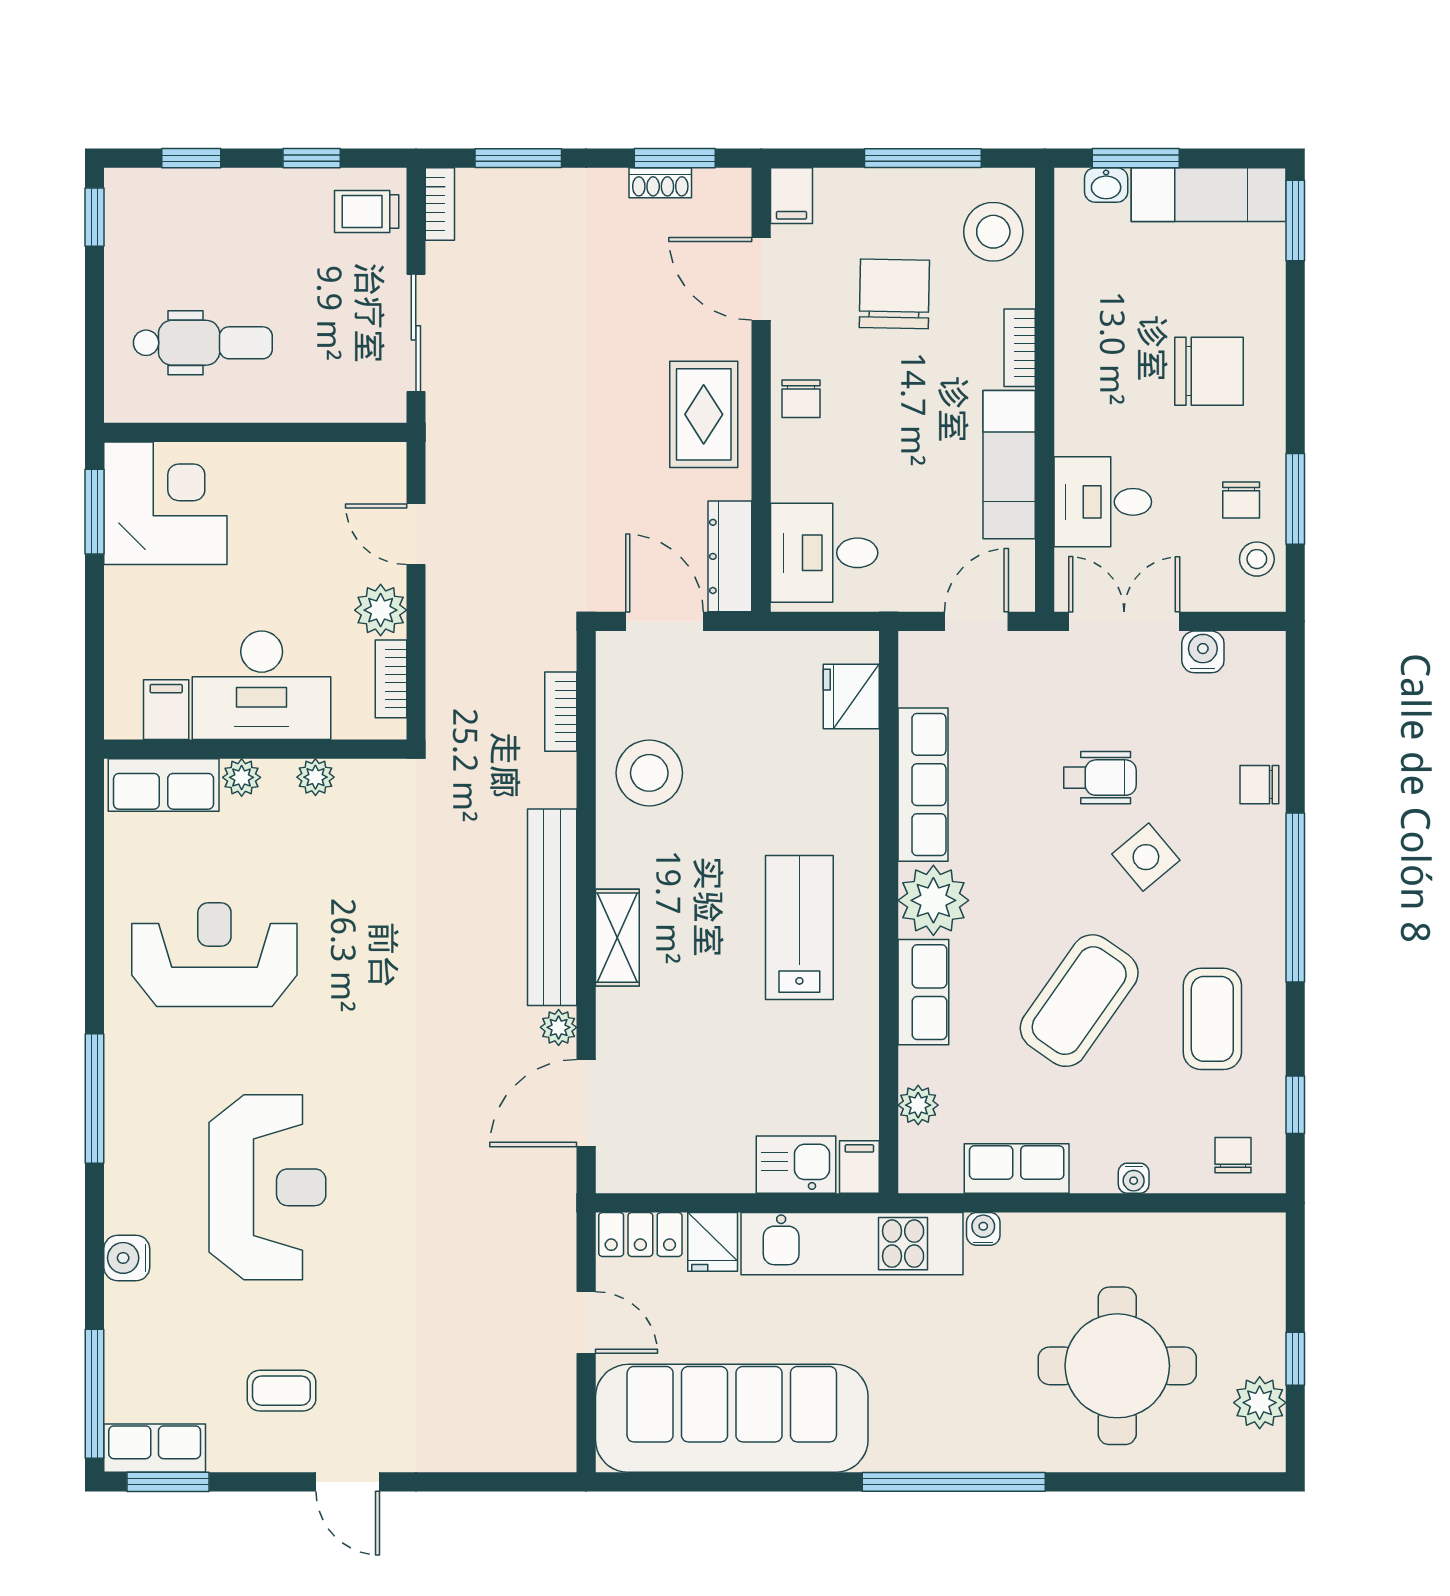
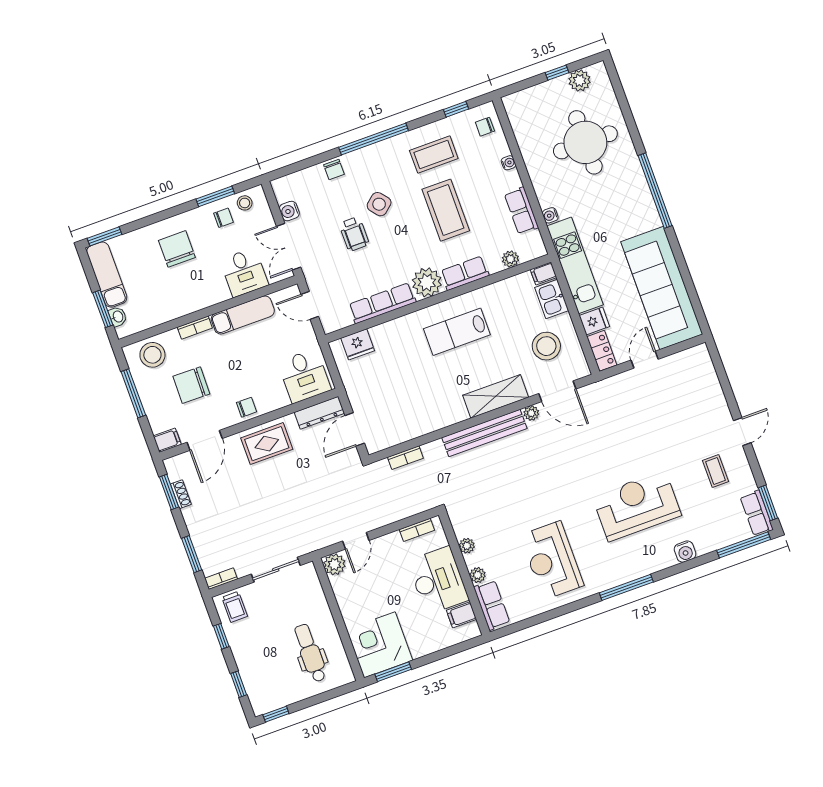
plant: (381, 610) -> (334, 564), moved
stool: (649, 773) -> (546, 346), moved
wheelchair: (1100, 778) -> (354, 234), turned 180
shelving: (617, 938) -> (496, 396), width x1.50, depth x1.33
coffee table: (1079, 1001) -> (446, 210), turned 55

